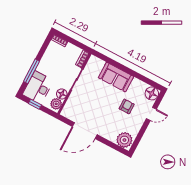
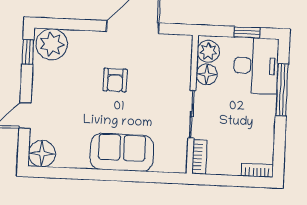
armchair: (127, 106) -> (115, 80), moved
window: (137, 142) -> (28, 52), added

